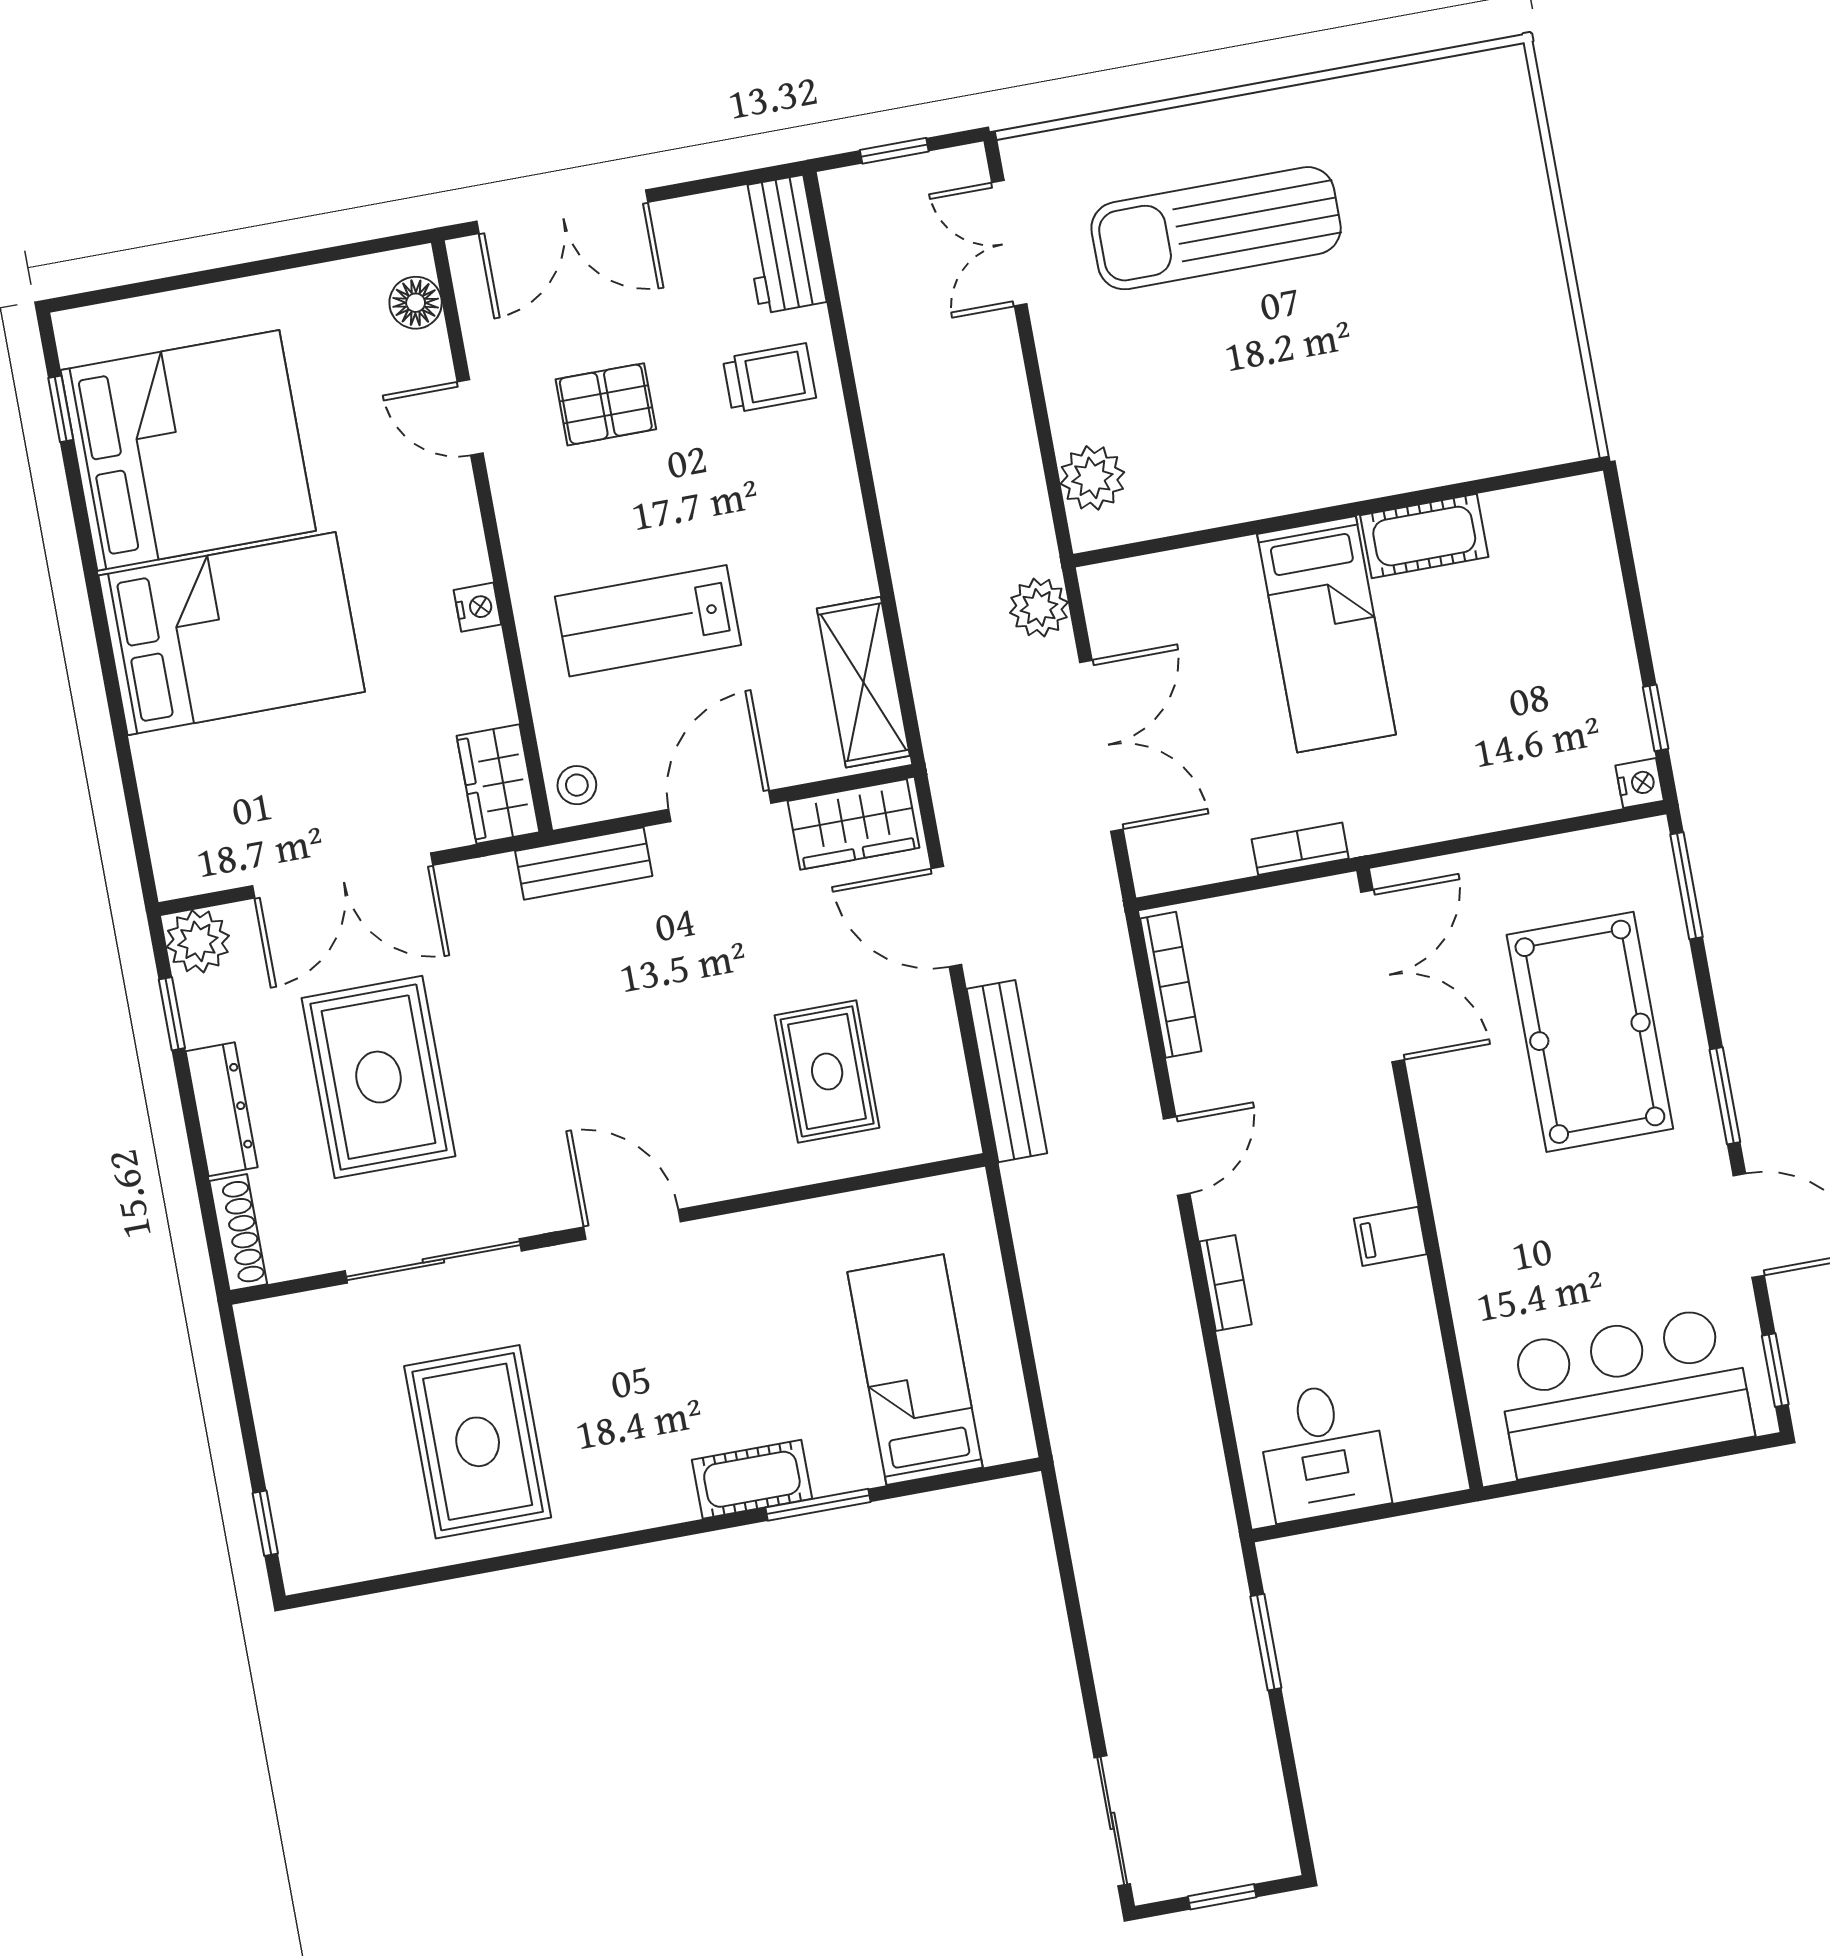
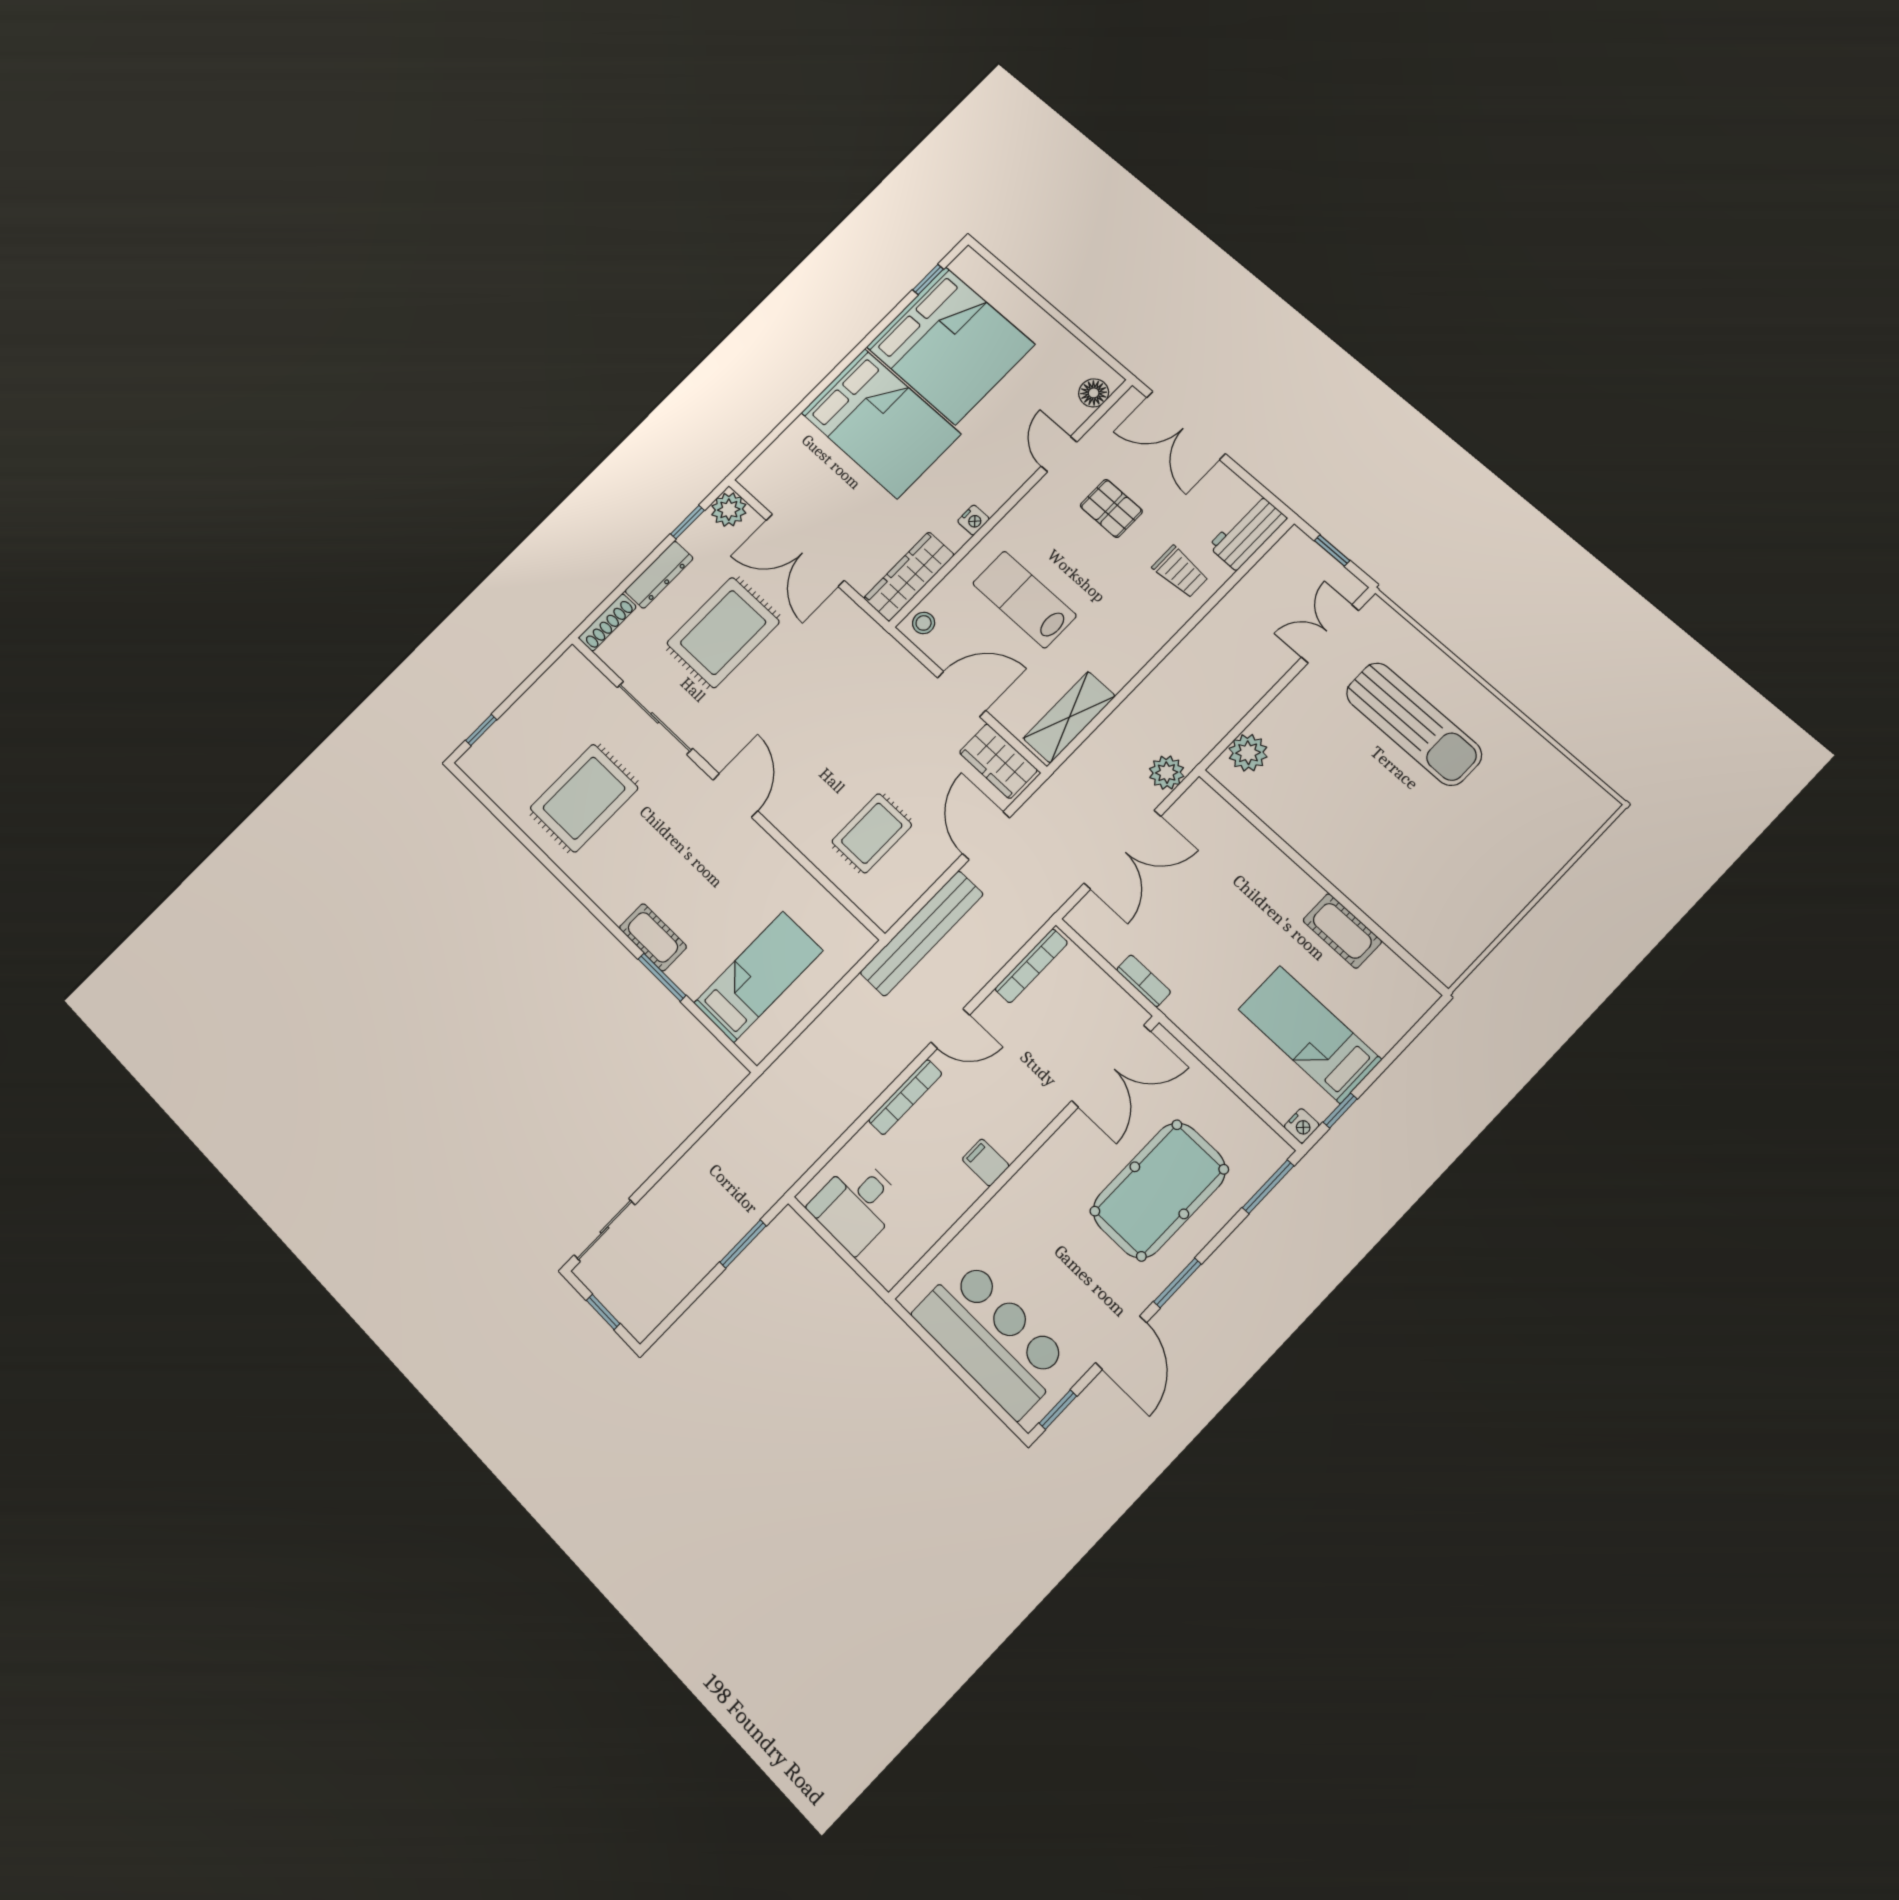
sun lounger: (1216, 228) -> (1414, 724), turned 180
bed: (1327, 634) -> (1310, 1034), moved, turned 90
wardrobe: (498, 784) -> (909, 577), width x1.50
bench: (584, 864) -> (889, 652), removed
bench: (1007, 1071) -> (922, 933), width x1.37, depth x1.21
bookcase: (1226, 1283) -> (905, 1097), width x1.56

